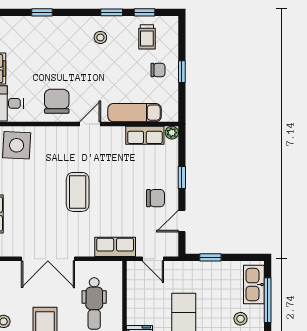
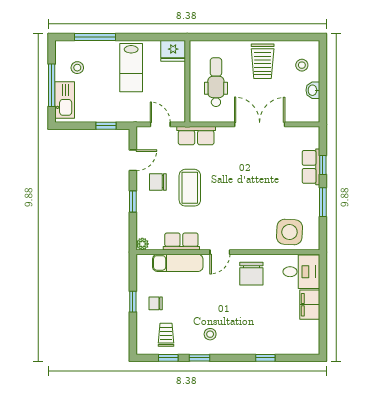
row of seats: (145, 135) -> (181, 242), moved
coffee table: (78, 192) -> (190, 188), moved

